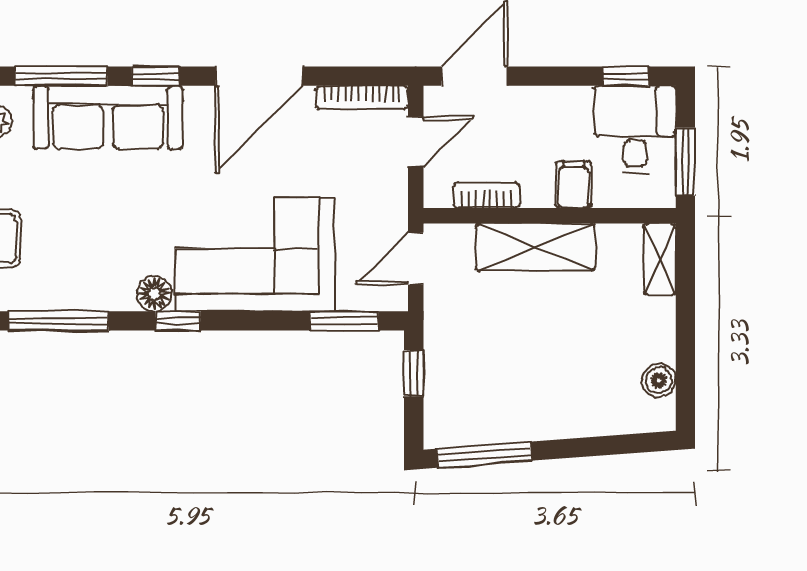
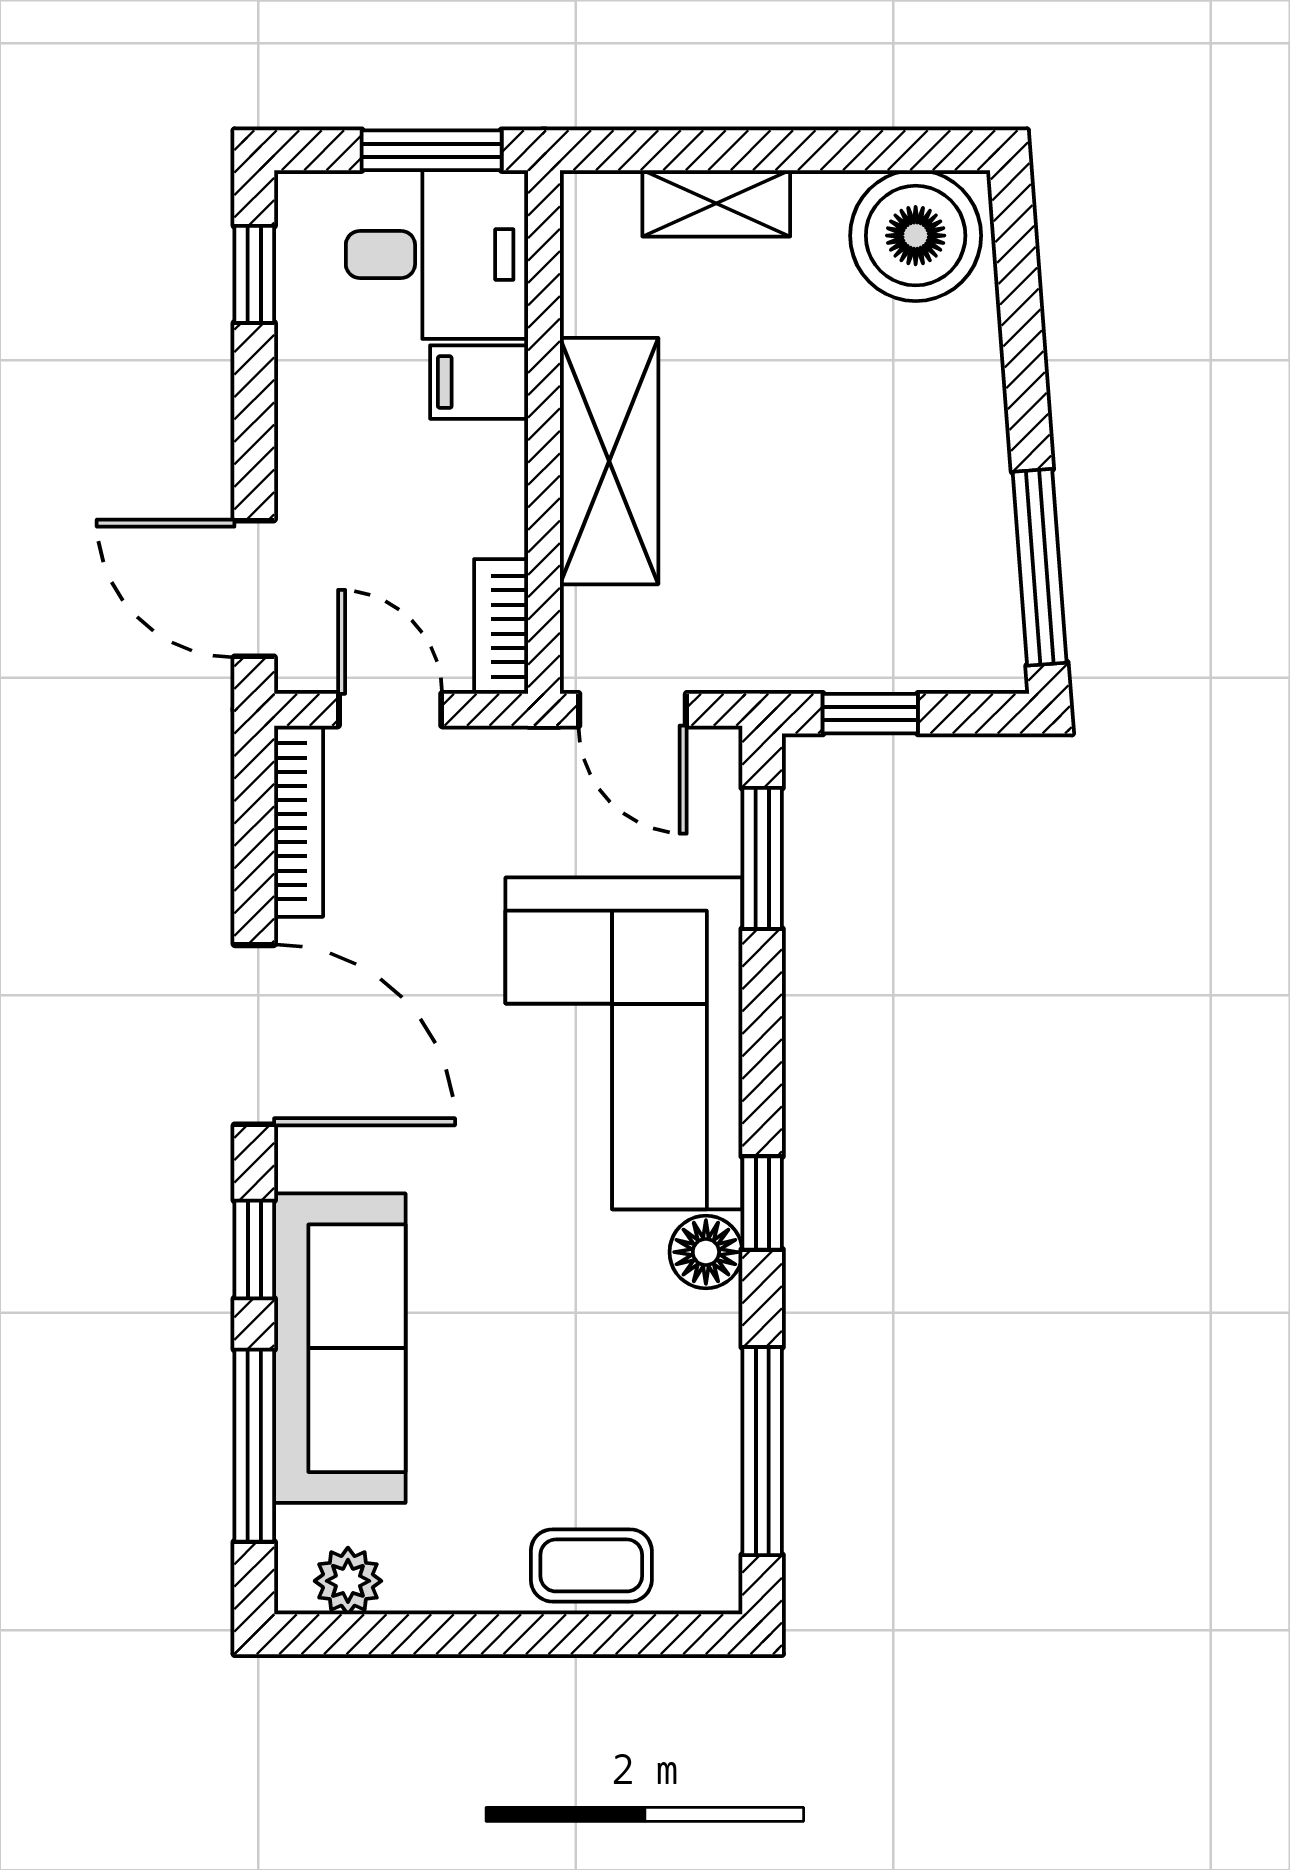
desk: (635, 130) -> (437, 254), moved, turned 180
bookcase: (487, 195) -> (501, 626), moved
shelving: (660, 259) -> (716, 203), moved
boiler: (659, 380) -> (916, 236), width x1.86, depth x1.86

